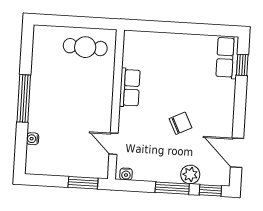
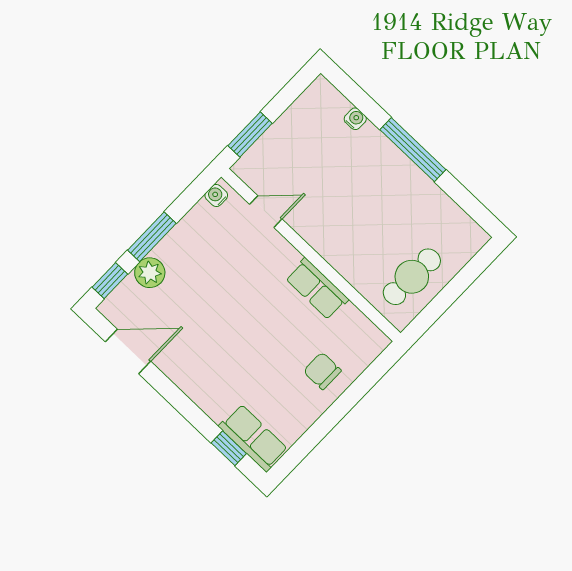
chair: (180, 123) -> (322, 371), moved, turned 116

